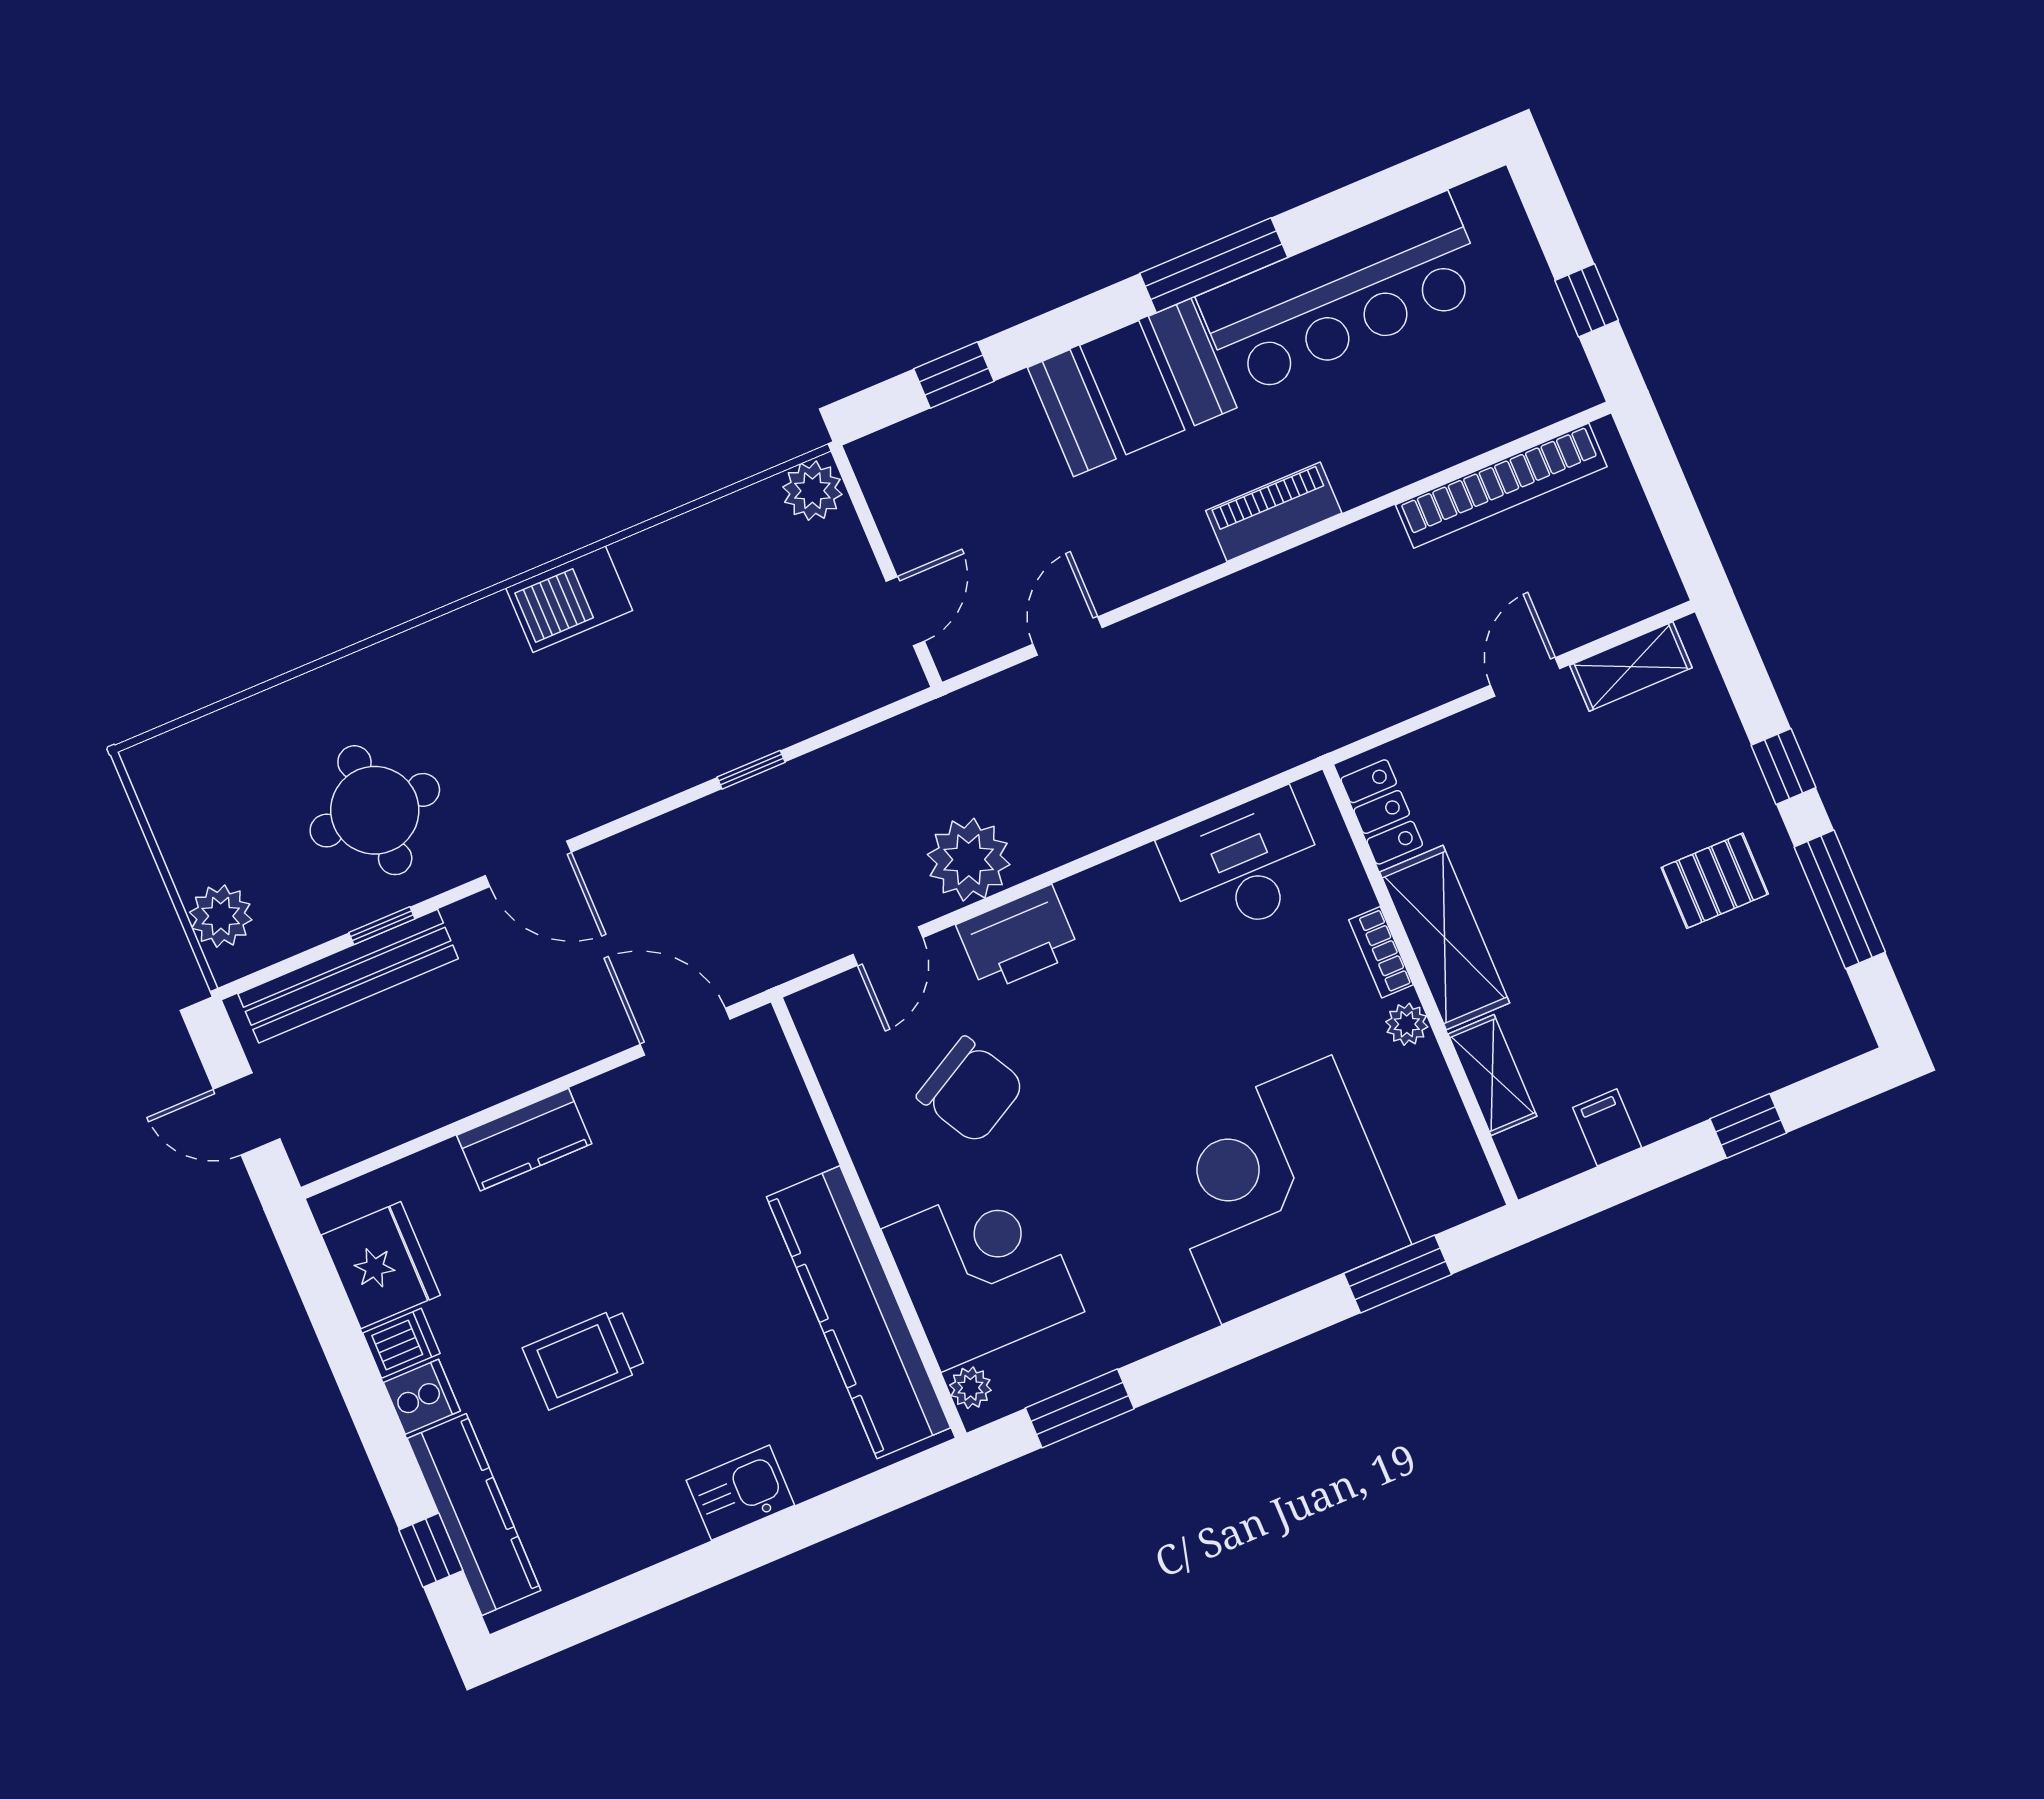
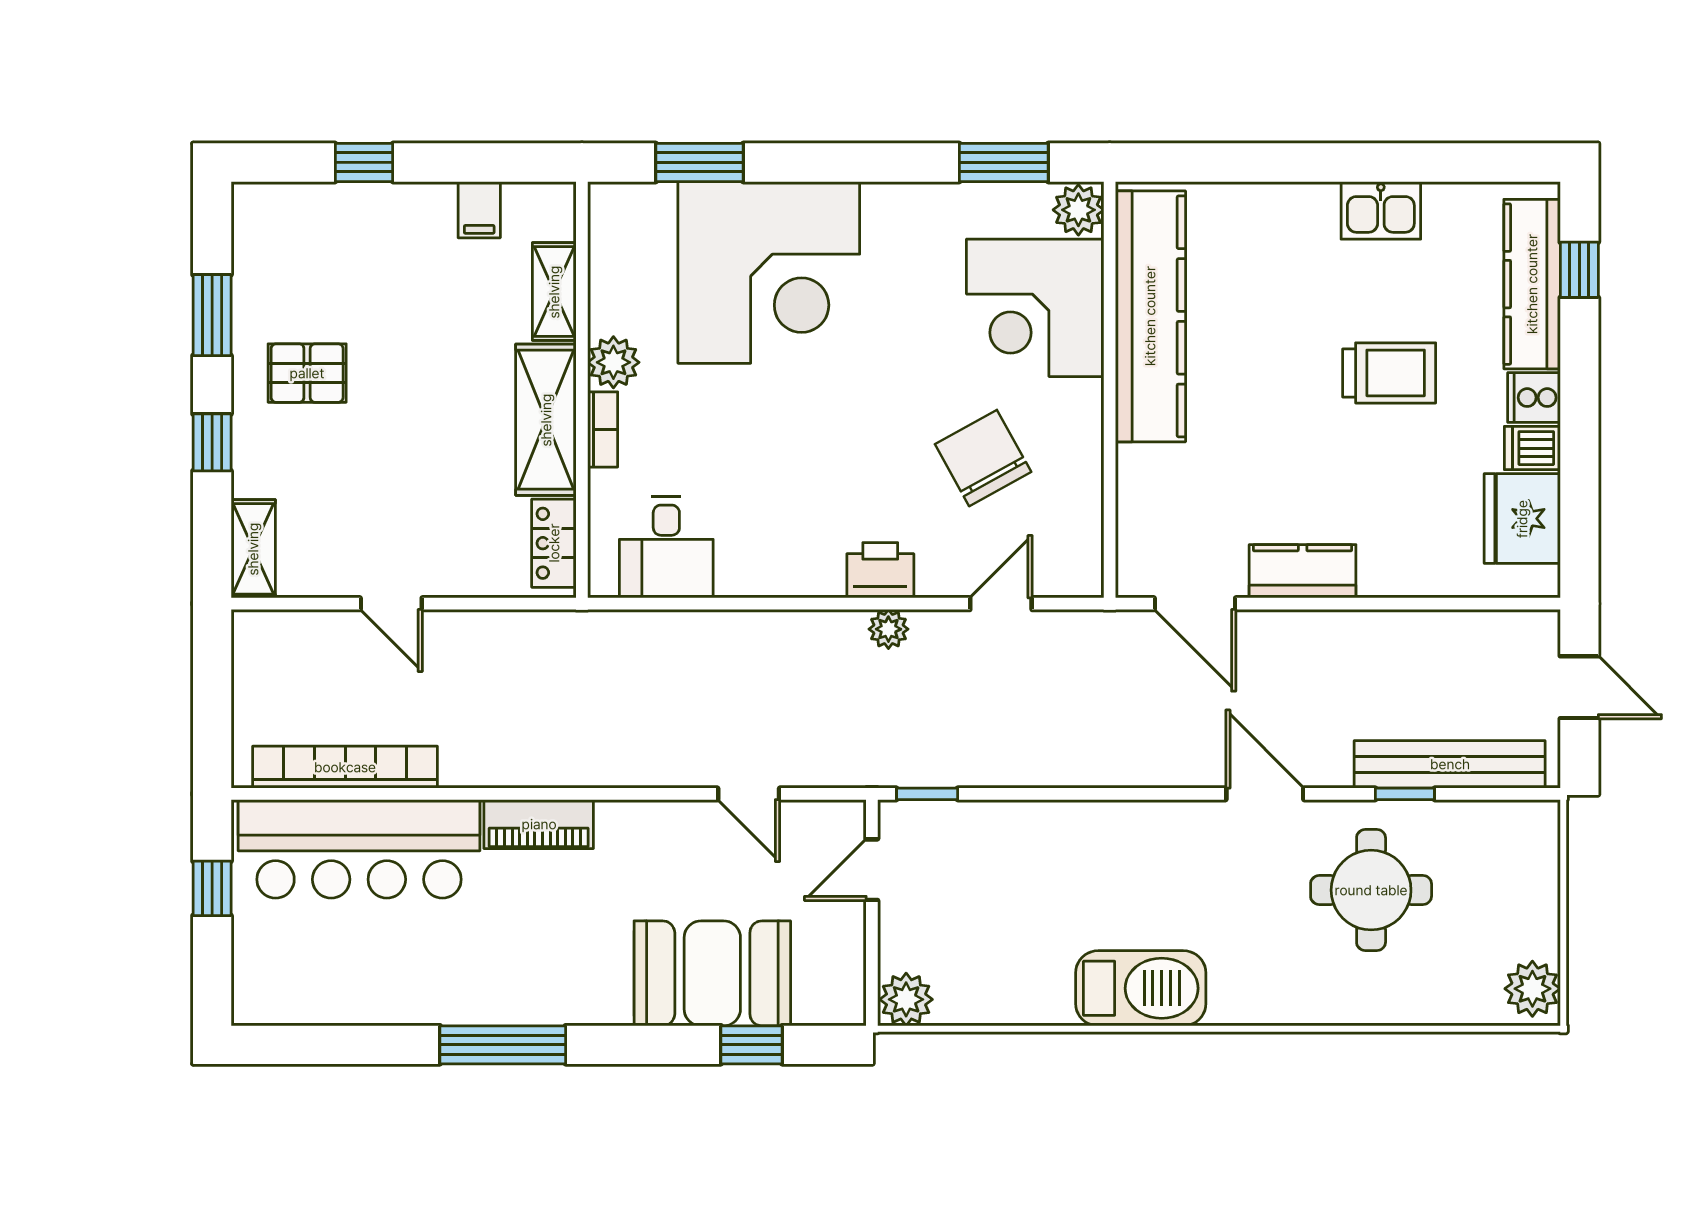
bar counter: (1343, 295) -> (359, 849), moved, turned 180
booth: (1132, 388) -> (712, 973), moved
barbecue: (569, 599) -> (1141, 988), width x1.37, depth x1.21
door: (1068, 636) -> (749, 794), hinge flipped
shelving: (1631, 666) -> (253, 549), moved, turned 90
door: (1525, 677) -> (391, 604), hinge flipped
window: (751, 770) -> (927, 794), moved
plant: (969, 860) -> (888, 629), width x0.53, depth x0.53
desk: (1244, 865) -> (666, 547), width x0.73
window: (1840, 899) -> (212, 315), width x0.69
plant: (221, 916) -> (1532, 989), moved
printer: (1018, 939) -> (880, 570), width x0.73, depth x0.84
plant: (1407, 1024) -> (613, 362), width x1.38, depth x1.38
kitchen counter: (524, 1140) -> (1303, 571), moved
plant: (970, 1388) -> (1078, 210), width x1.38, depth x1.38
kitchen sink: (740, 1493) -> (1381, 210), moved

